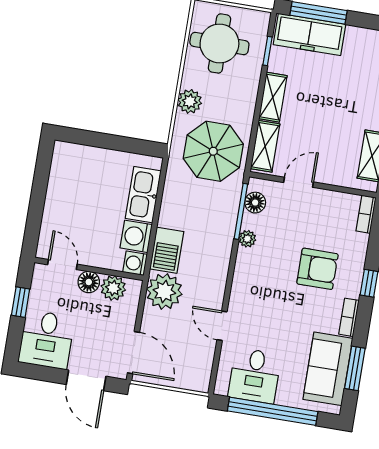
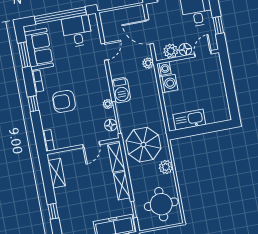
kitchen sink: (143, 195) -> (189, 120), moved, turned -90
barbecue: (167, 250) -> (121, 90), moved, turned 180
door: (62, 264) -> (203, 54), swing flipped
plant: (164, 291) -> (148, 63), width x0.53, depth x0.53
door: (222, 326) -> (105, 52), hinge flipped
door: (133, 353) -> (149, 32), moved

